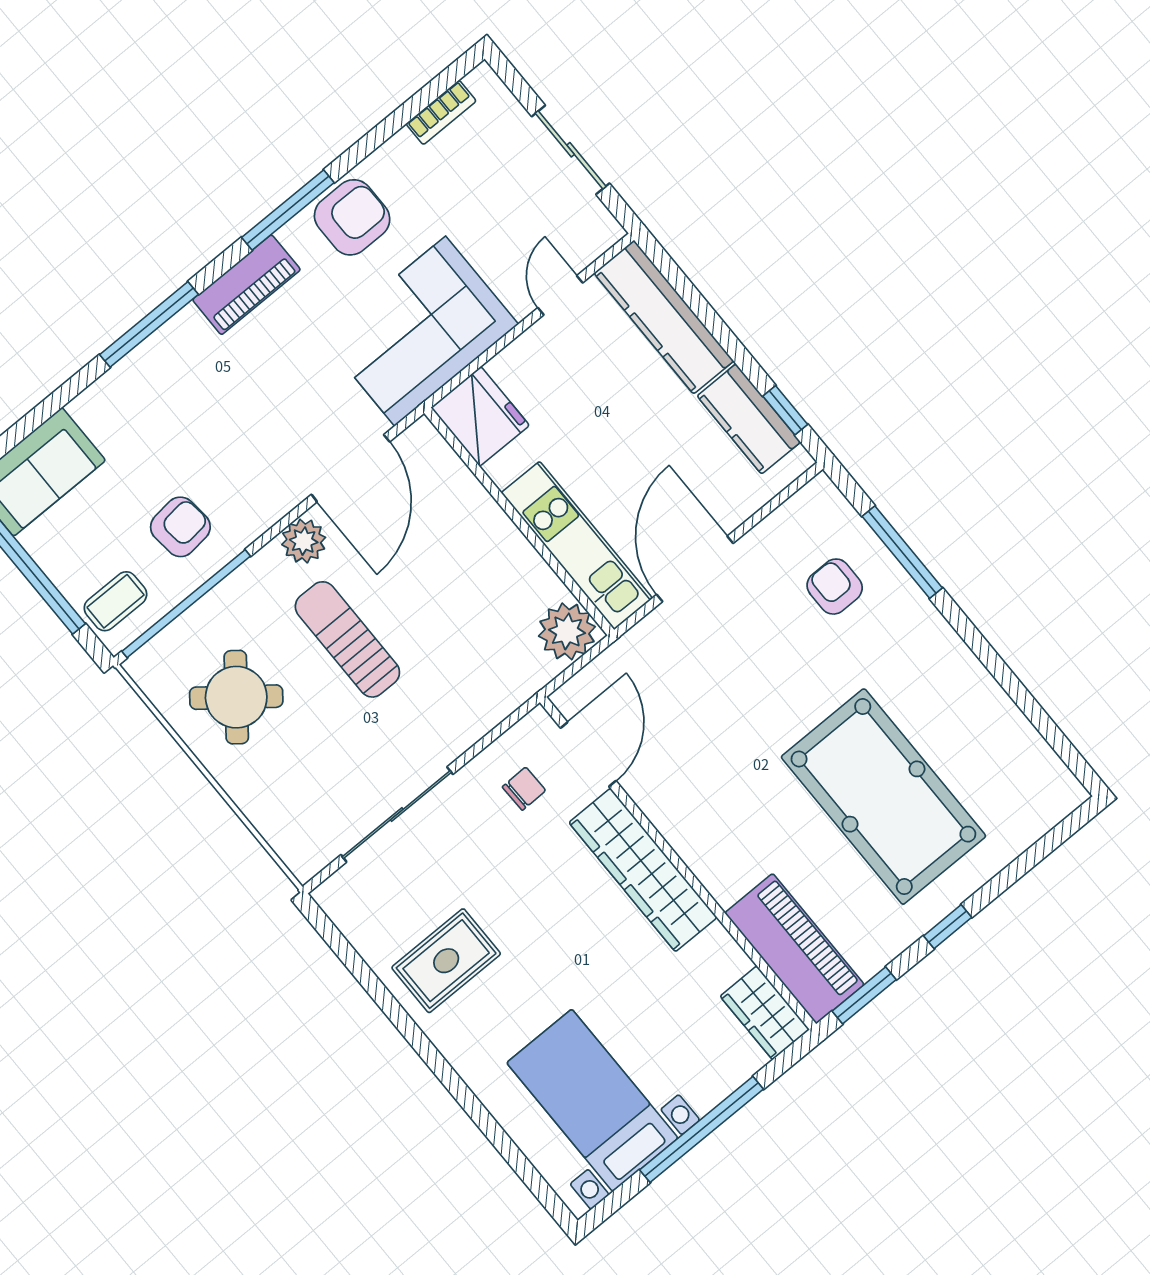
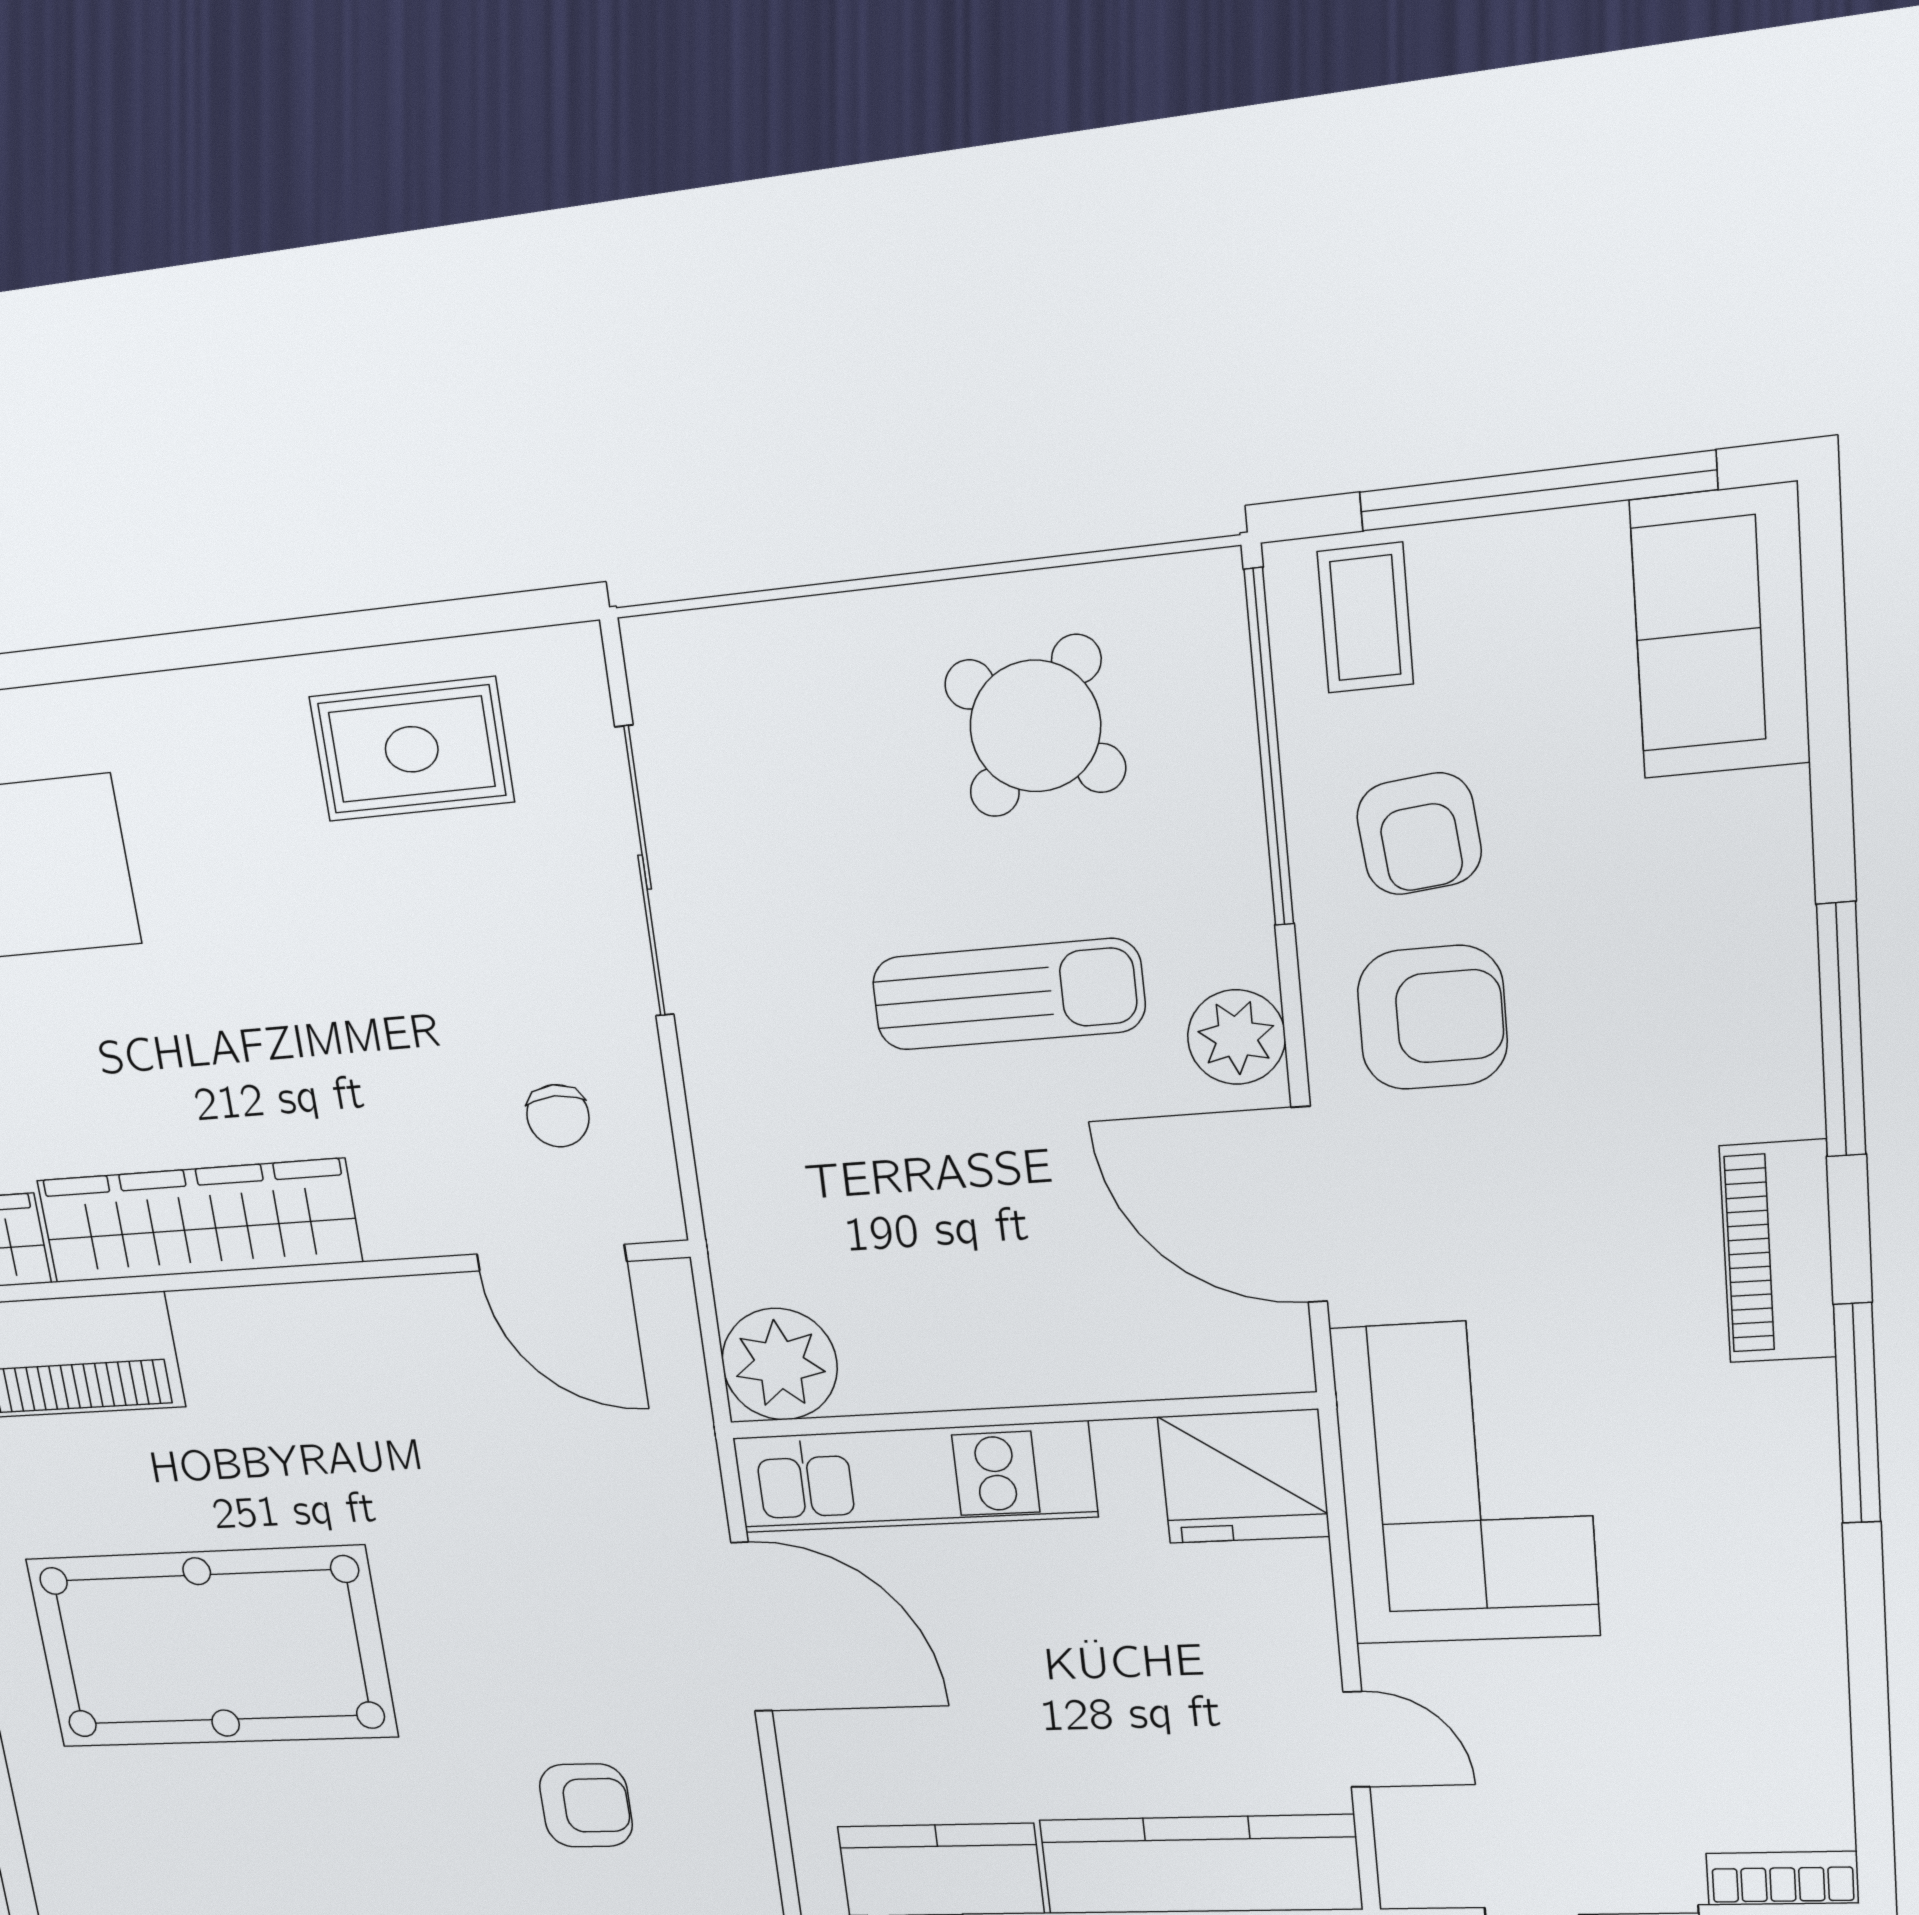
bookcase: (441, 112) -> (1783, 1878), moved, turned 90
armchair: (352, 217) -> (1432, 1018), moved, turned -90
wardrobe: (643, 870) -> (199, 1221), moved
rug: (446, 961) -> (412, 749), moved, turned 90

